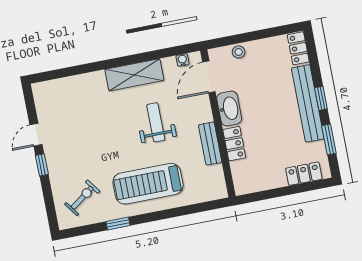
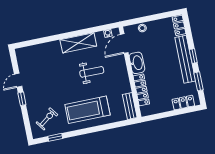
weight bench: (156, 122) -> (92, 72), turned 90
bench: (210, 144) -> (130, 106), moved
locker: (234, 144) -> (141, 90), width x1.53
window: (118, 224) -> (55, 137), moved

